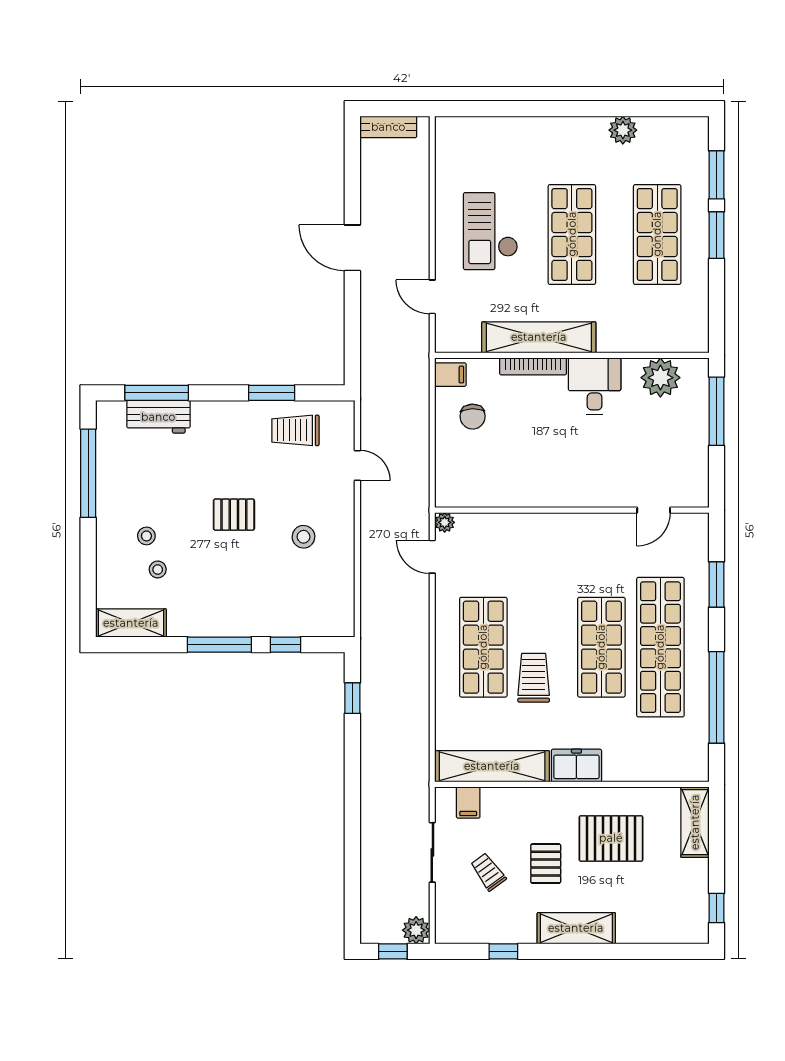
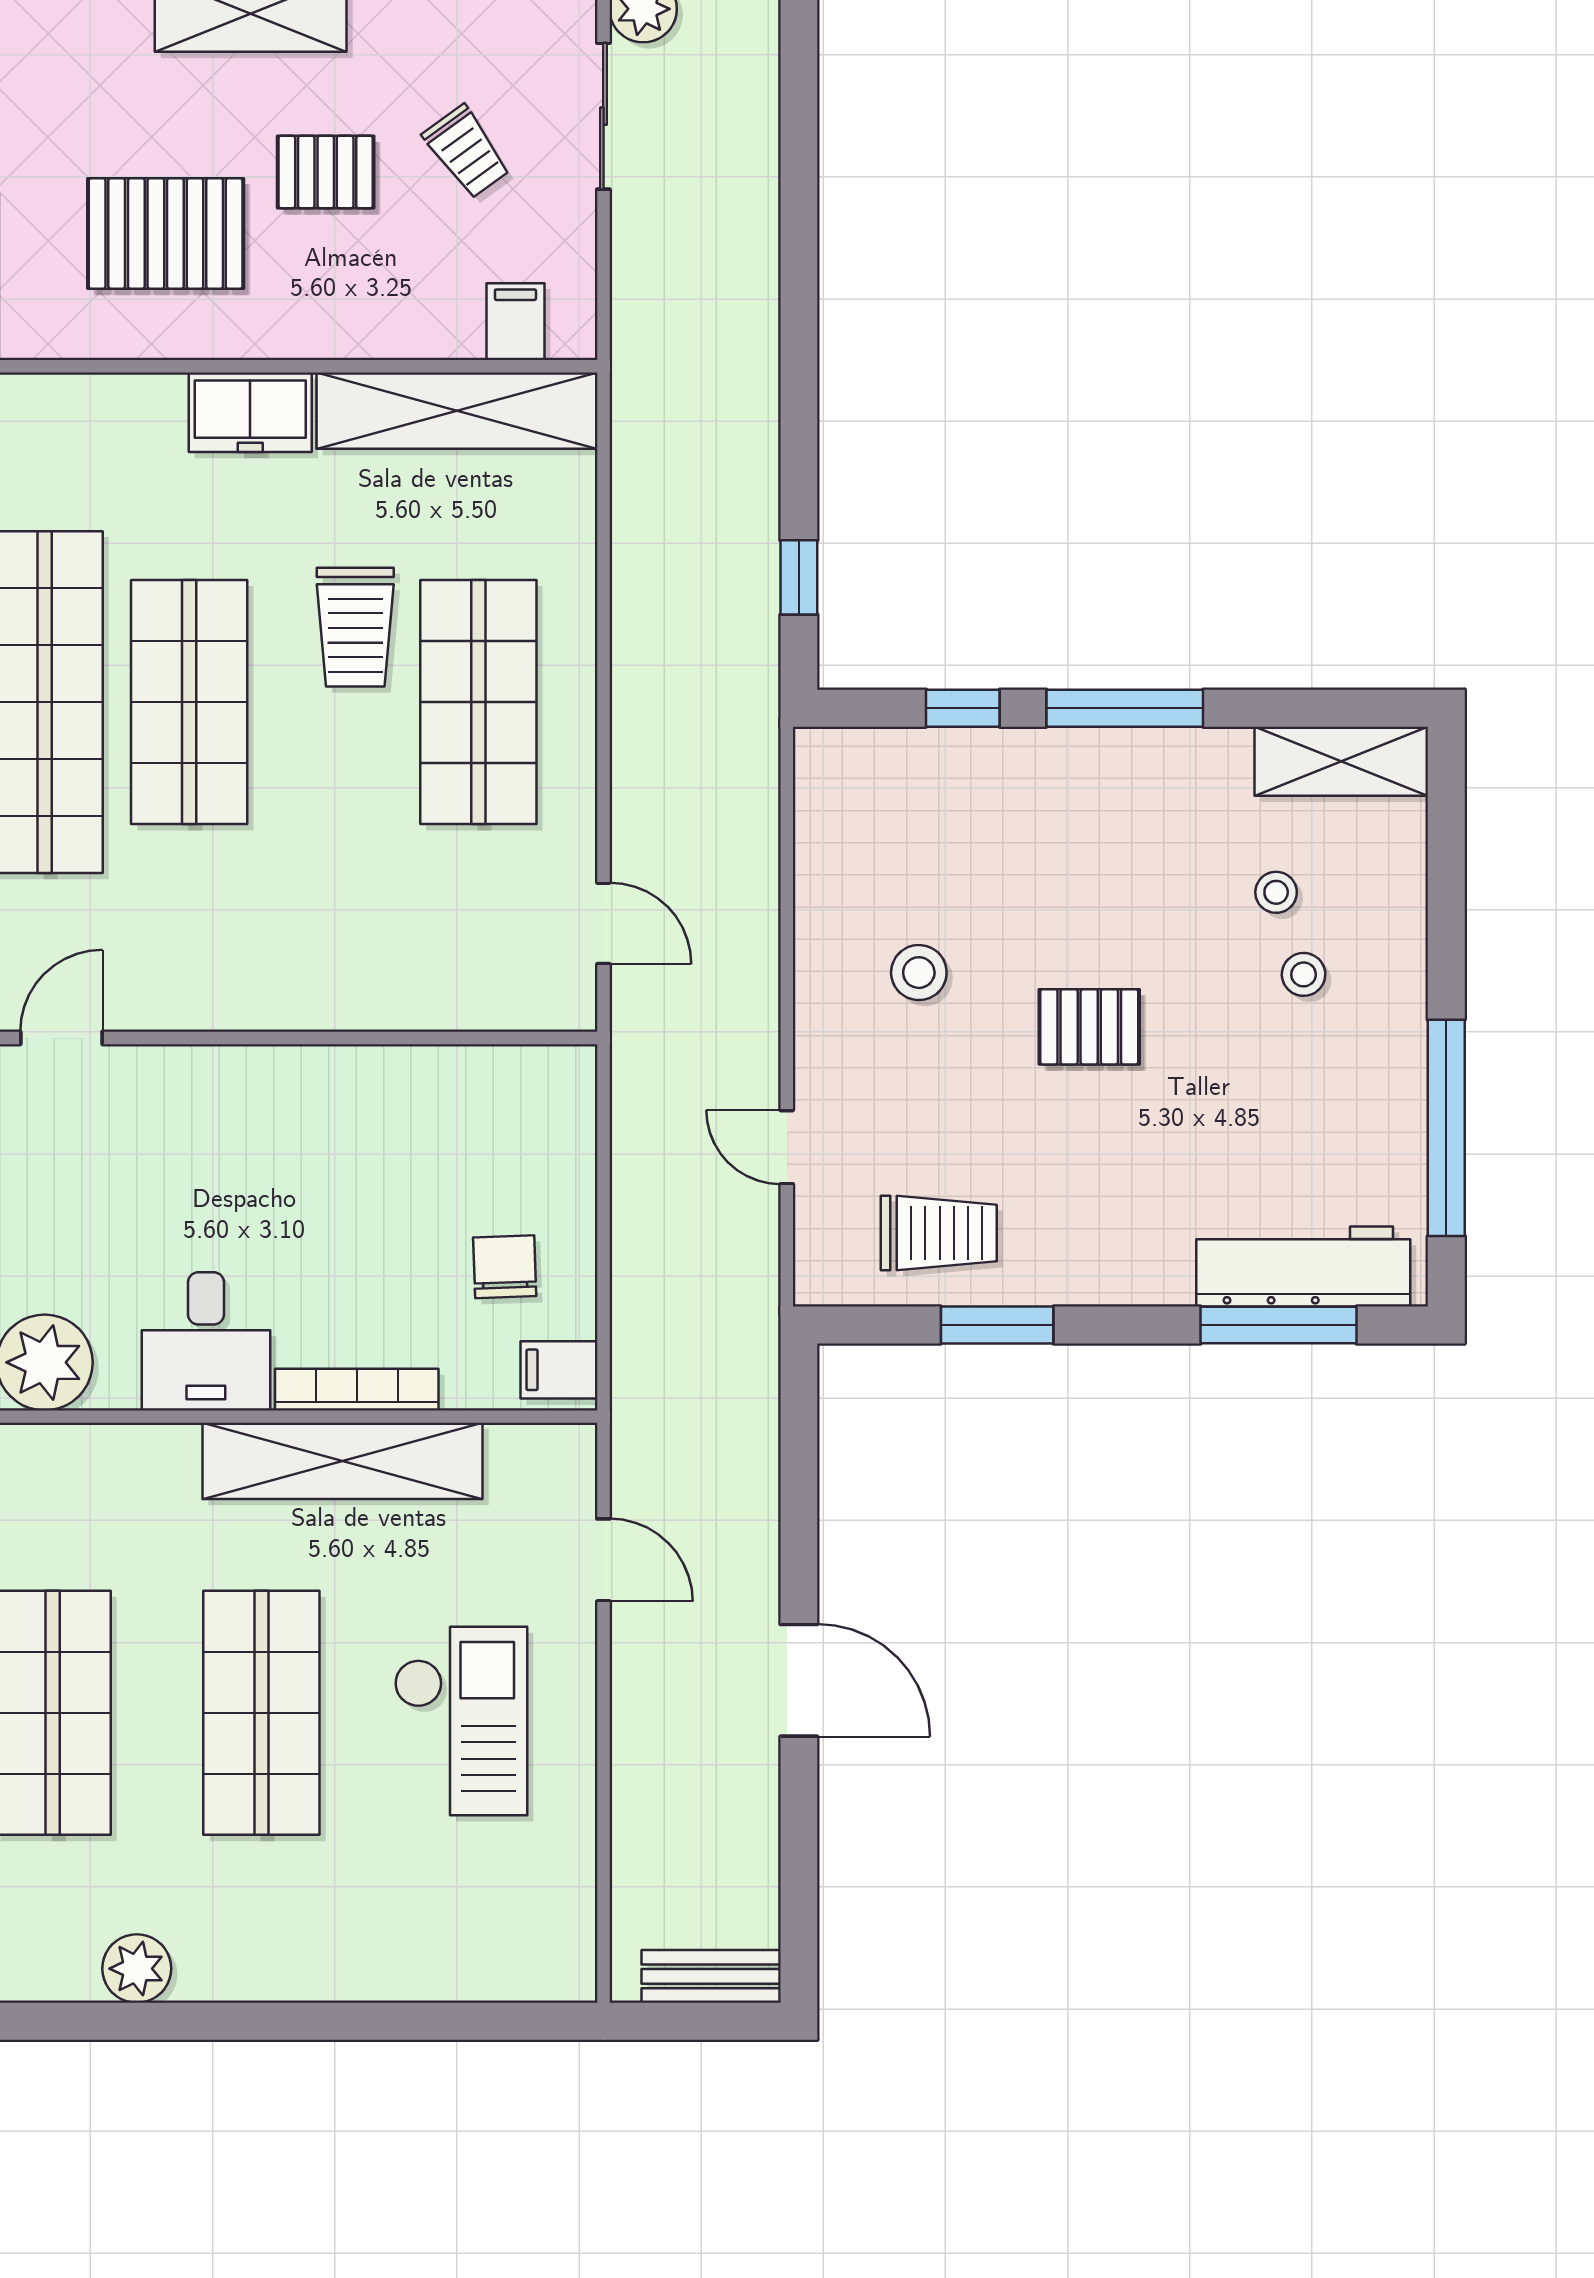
workbench: (158, 417) -> (1303, 1267), width x1.38
plant: (445, 522) -> (573, 1008), removed
sliding door: (432, 852) -> (603, 116), moved
pallet: (546, 864) -> (326, 172), turned 90

